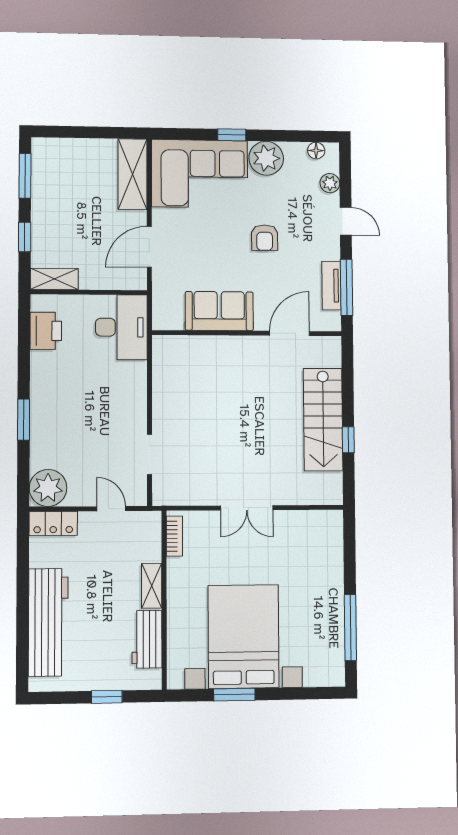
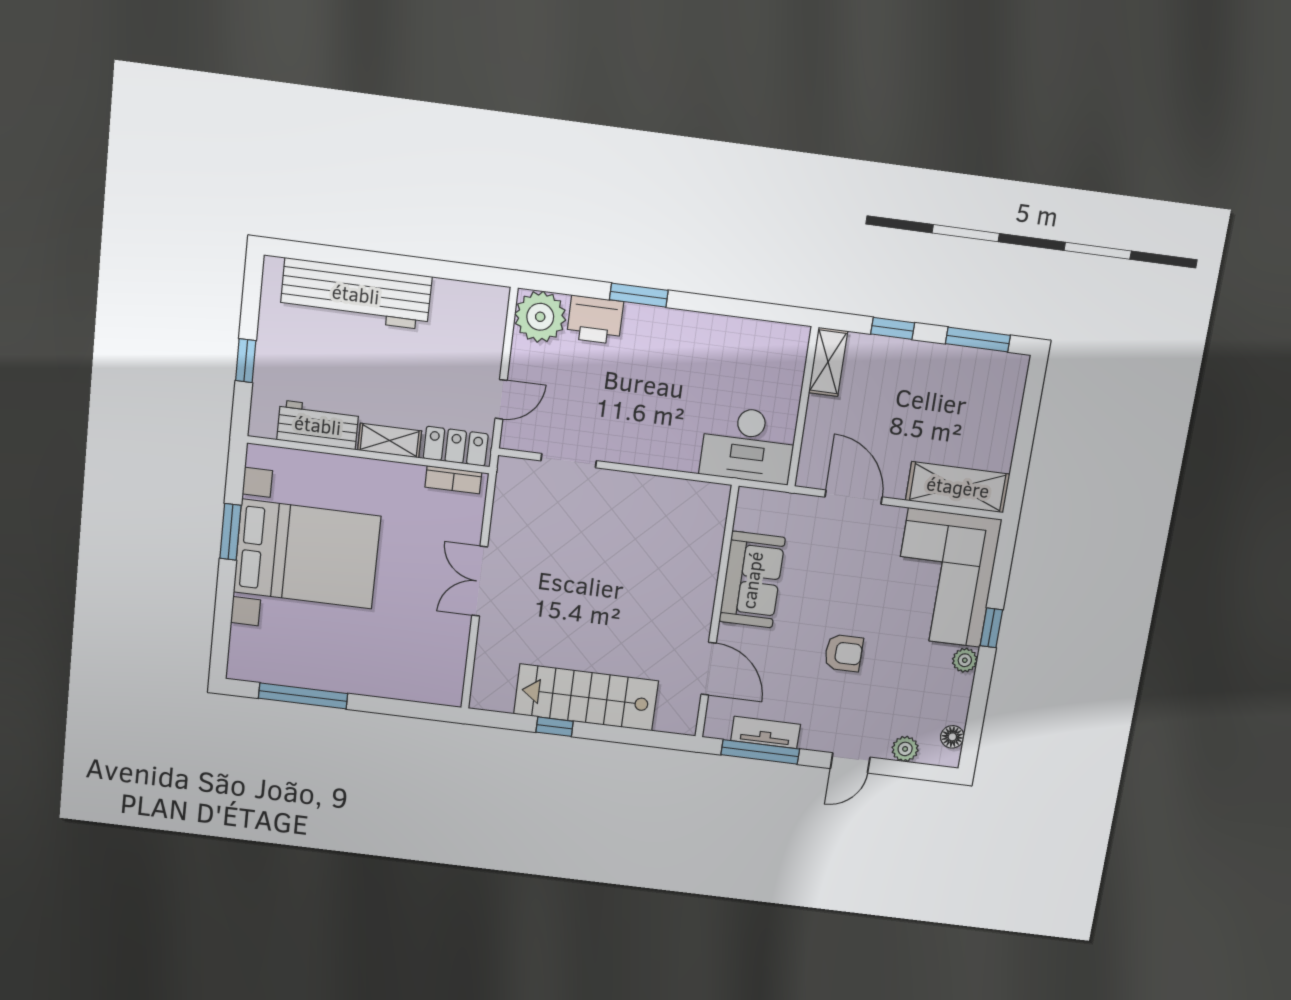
plant: (266, 158) -> (965, 660), width x0.53, depth x0.53
armchair: (265, 238) -> (844, 653), turned 180
printer: (46, 331) -> (595, 320), moved
locker: (53, 524) -> (456, 446), moved, turned 90

